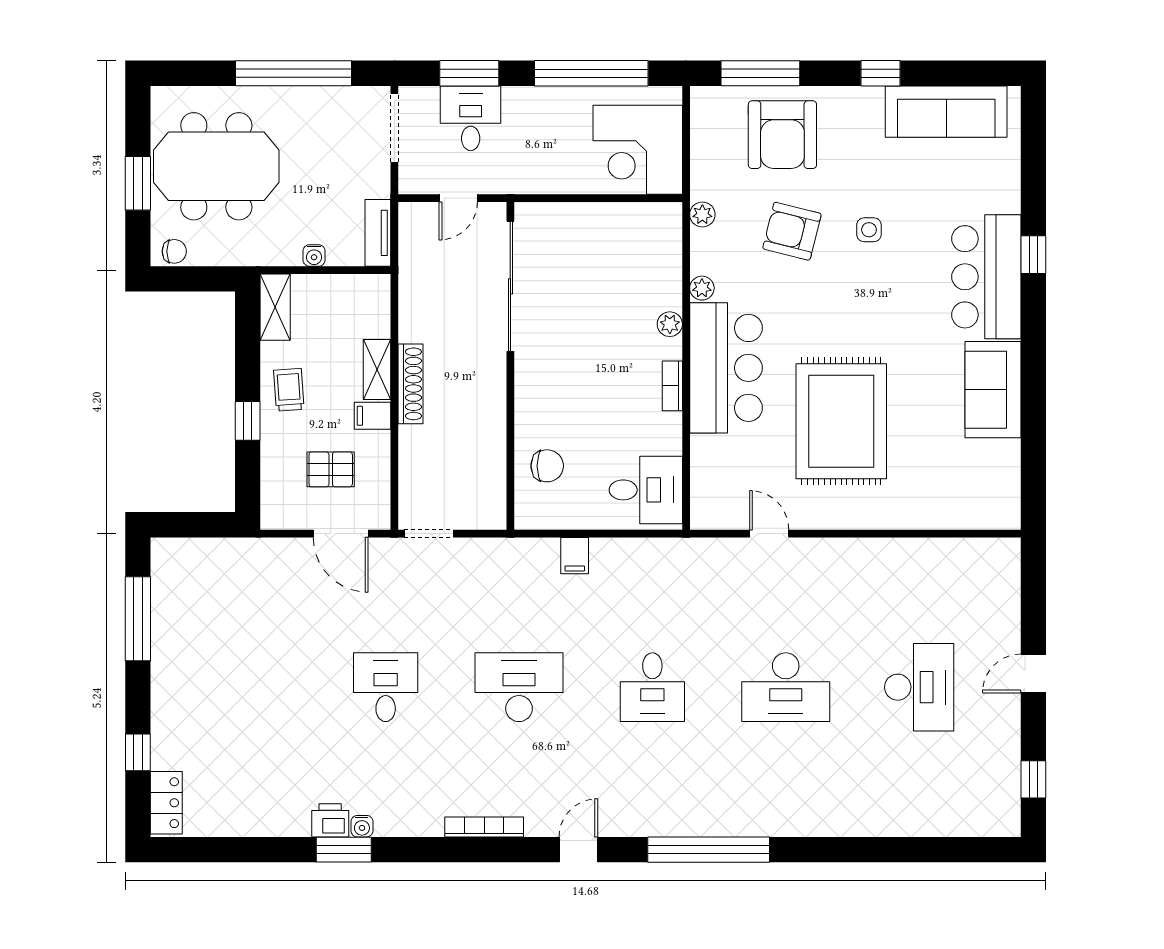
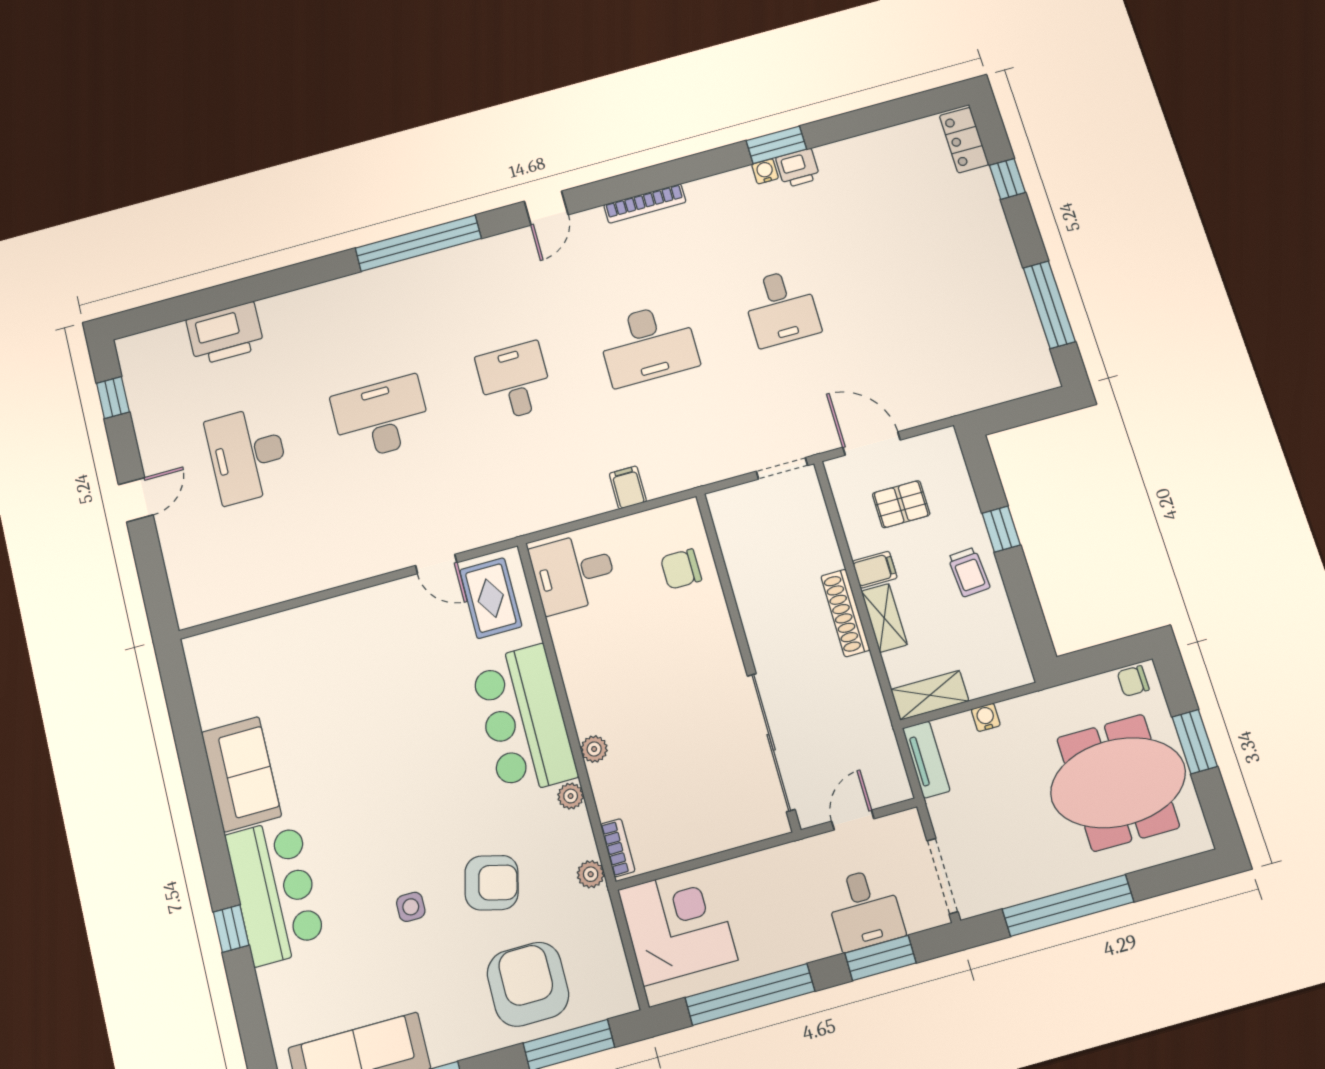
shelving: (275, 307) -> (930, 695), moved, turned 90
bookcase: (672, 386) -> (618, 848), moved
rug: (841, 421) -> (491, 598), moved, width x0.54, depth x0.49
printer: (913, 812) -> (225, 334), added

